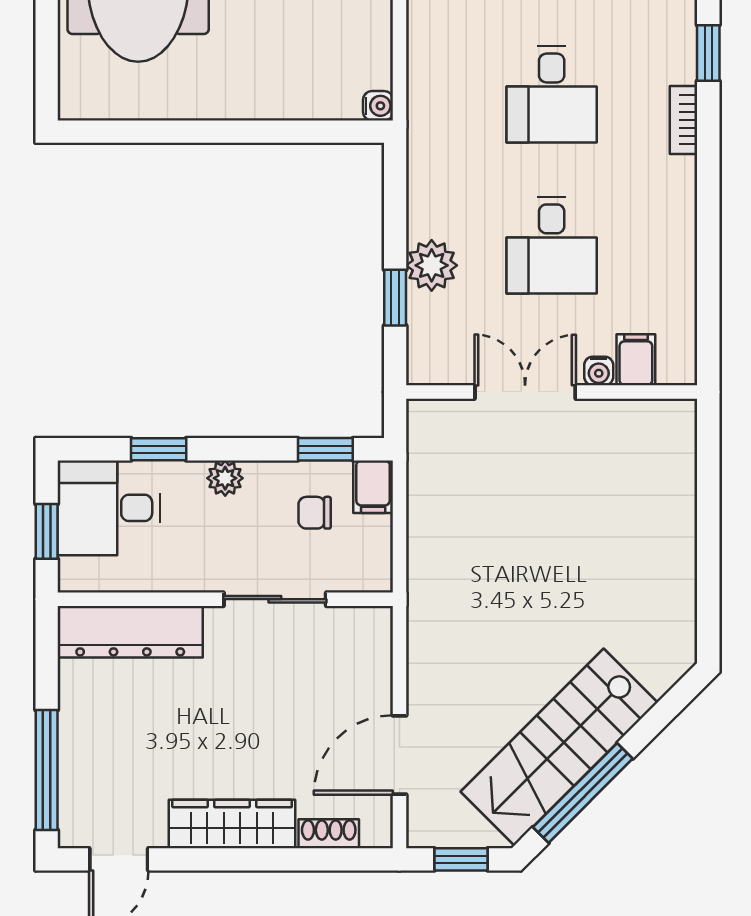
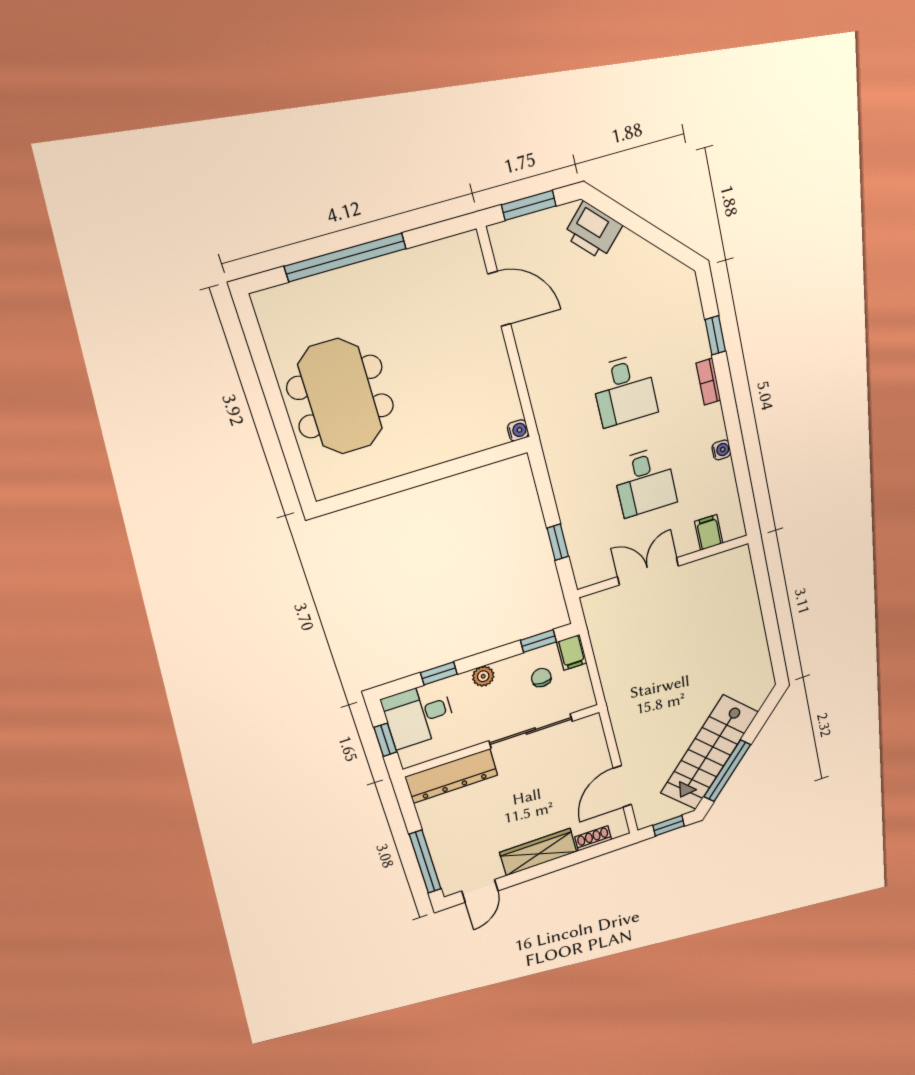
plant: (432, 265) -> (575, 516), removed
water cooler: (599, 371) -> (721, 450), moved, turned -90
chair: (315, 513) -> (541, 678), turned 90
sliding door: (275, 599) -> (531, 731), width x1.37

